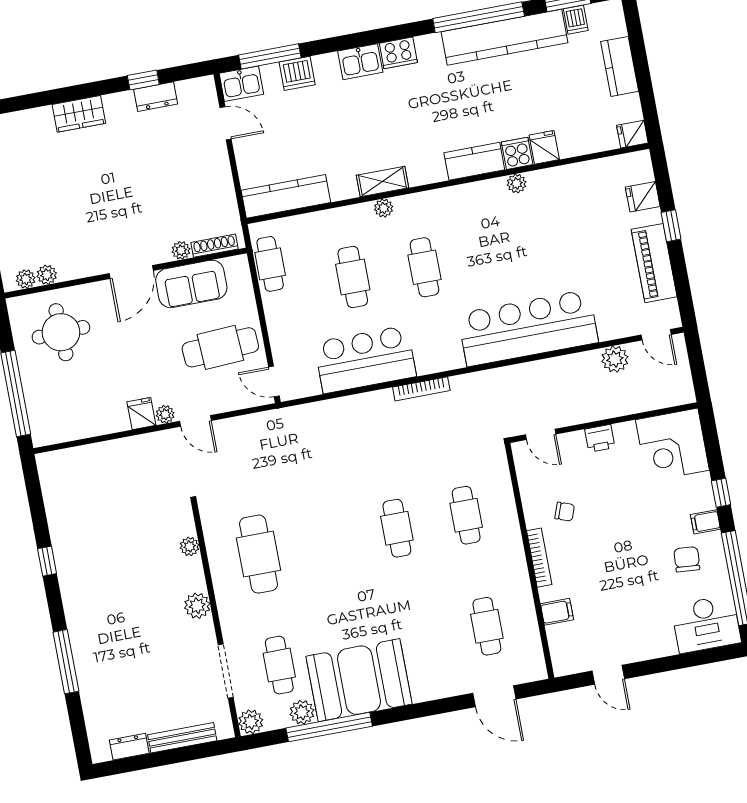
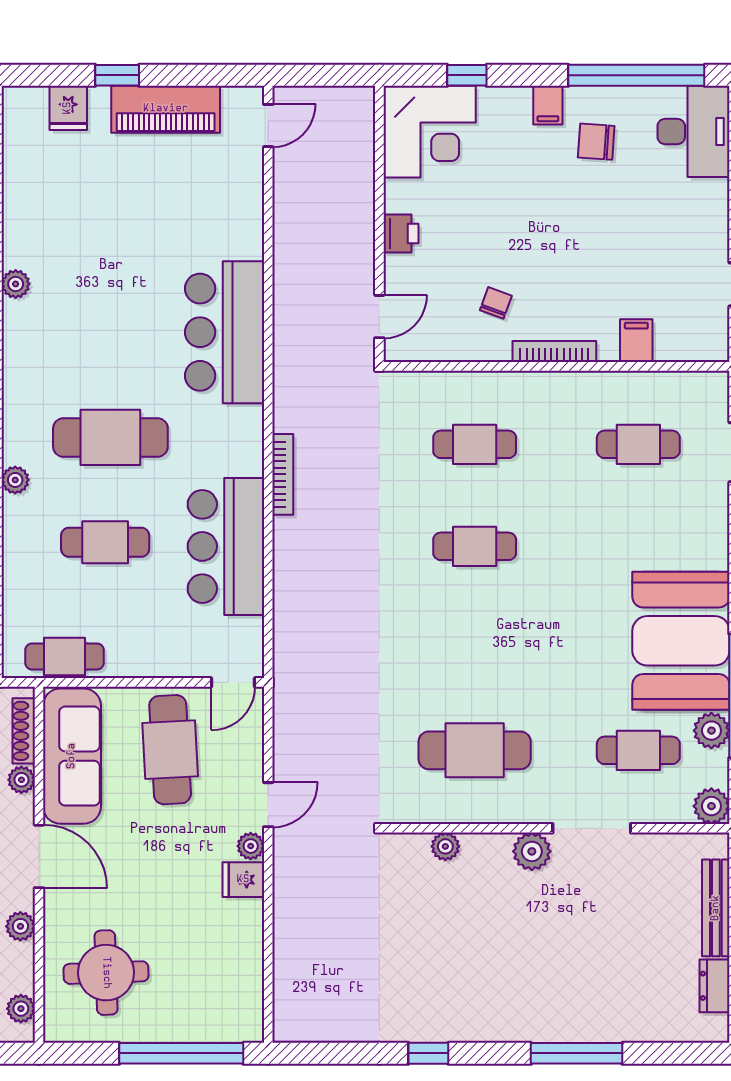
cafe table: (424, 267) -> (110, 437), width x1.37, depth x1.35
plant: (47, 275) -> (20, 926), moved
sofa: (191, 284) -> (72, 756), width x1.36
bar counter: (528, 328) -> (225, 332), width x0.73
plant: (615, 359) -> (292, 191), removed
window: (721, 493) -> (467, 75), moved
doorway: (226, 671) -> (592, 828), moved

